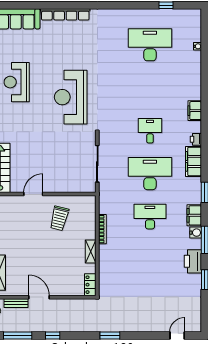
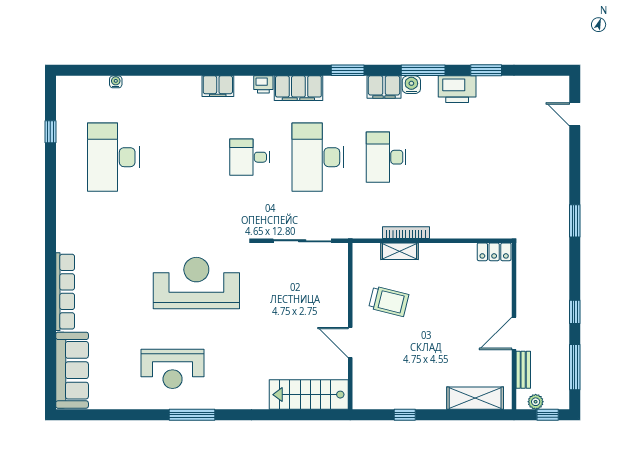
reception desk: (71, 97) -> (196, 283), turned 180
shelving: (91, 252) -> (399, 251), moved

